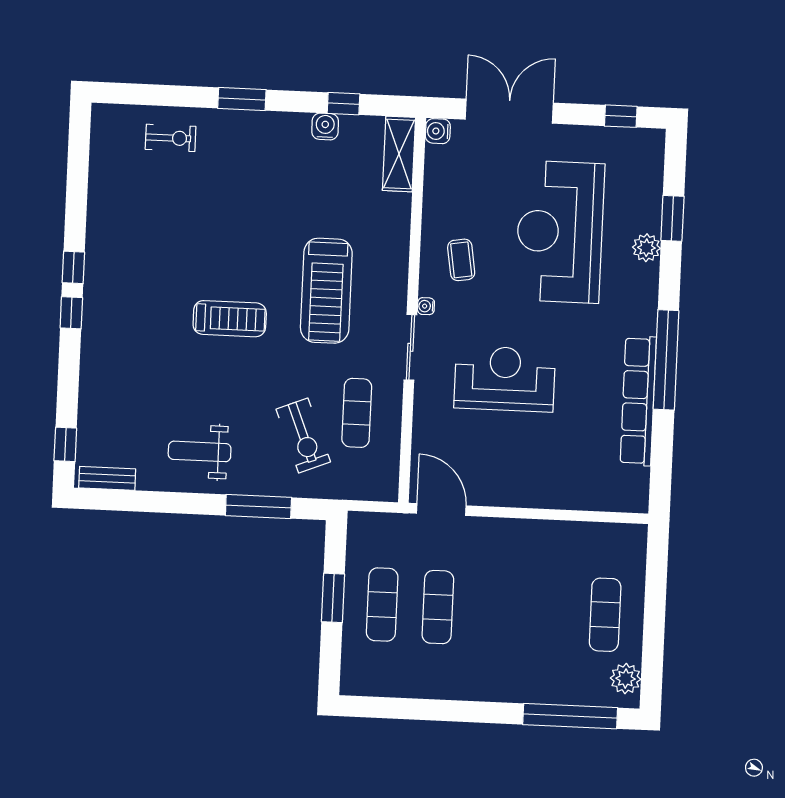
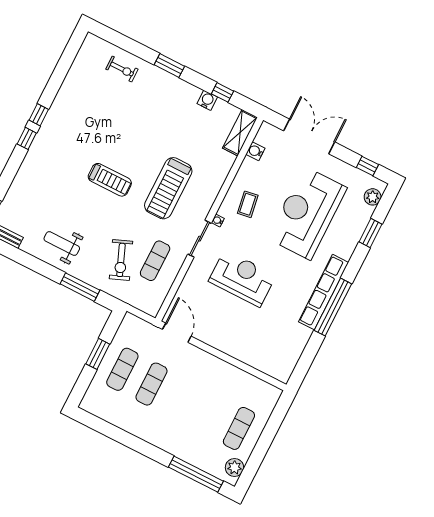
water cooler: (438, 131) -> (255, 151), moved
plant: (646, 248) -> (373, 197), moved
row of seats: (638, 401) -> (324, 292), moved

